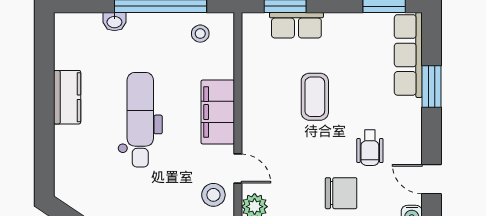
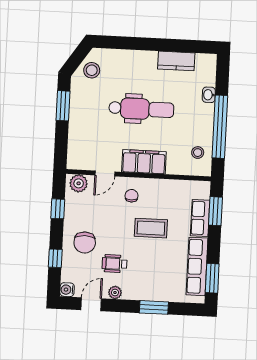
row of seats: (408, 55) -> (197, 266), moved, turned -90
kitchen counter: (67, 97) -> (176, 61), moved
chair: (269, 128) -> (132, 196), added
plant: (412, 145) -> (115, 293), added
stool: (213, 195) -> (92, 70), moved

